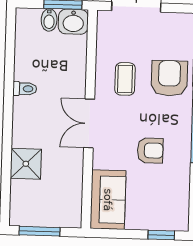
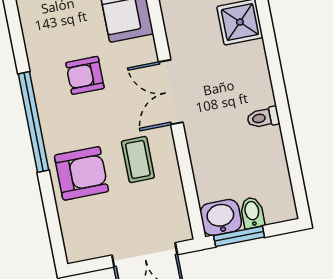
armchair: (169, 78) -> (81, 173), turned -90
double door: (89, 123) -> (171, 92), swing flipped

